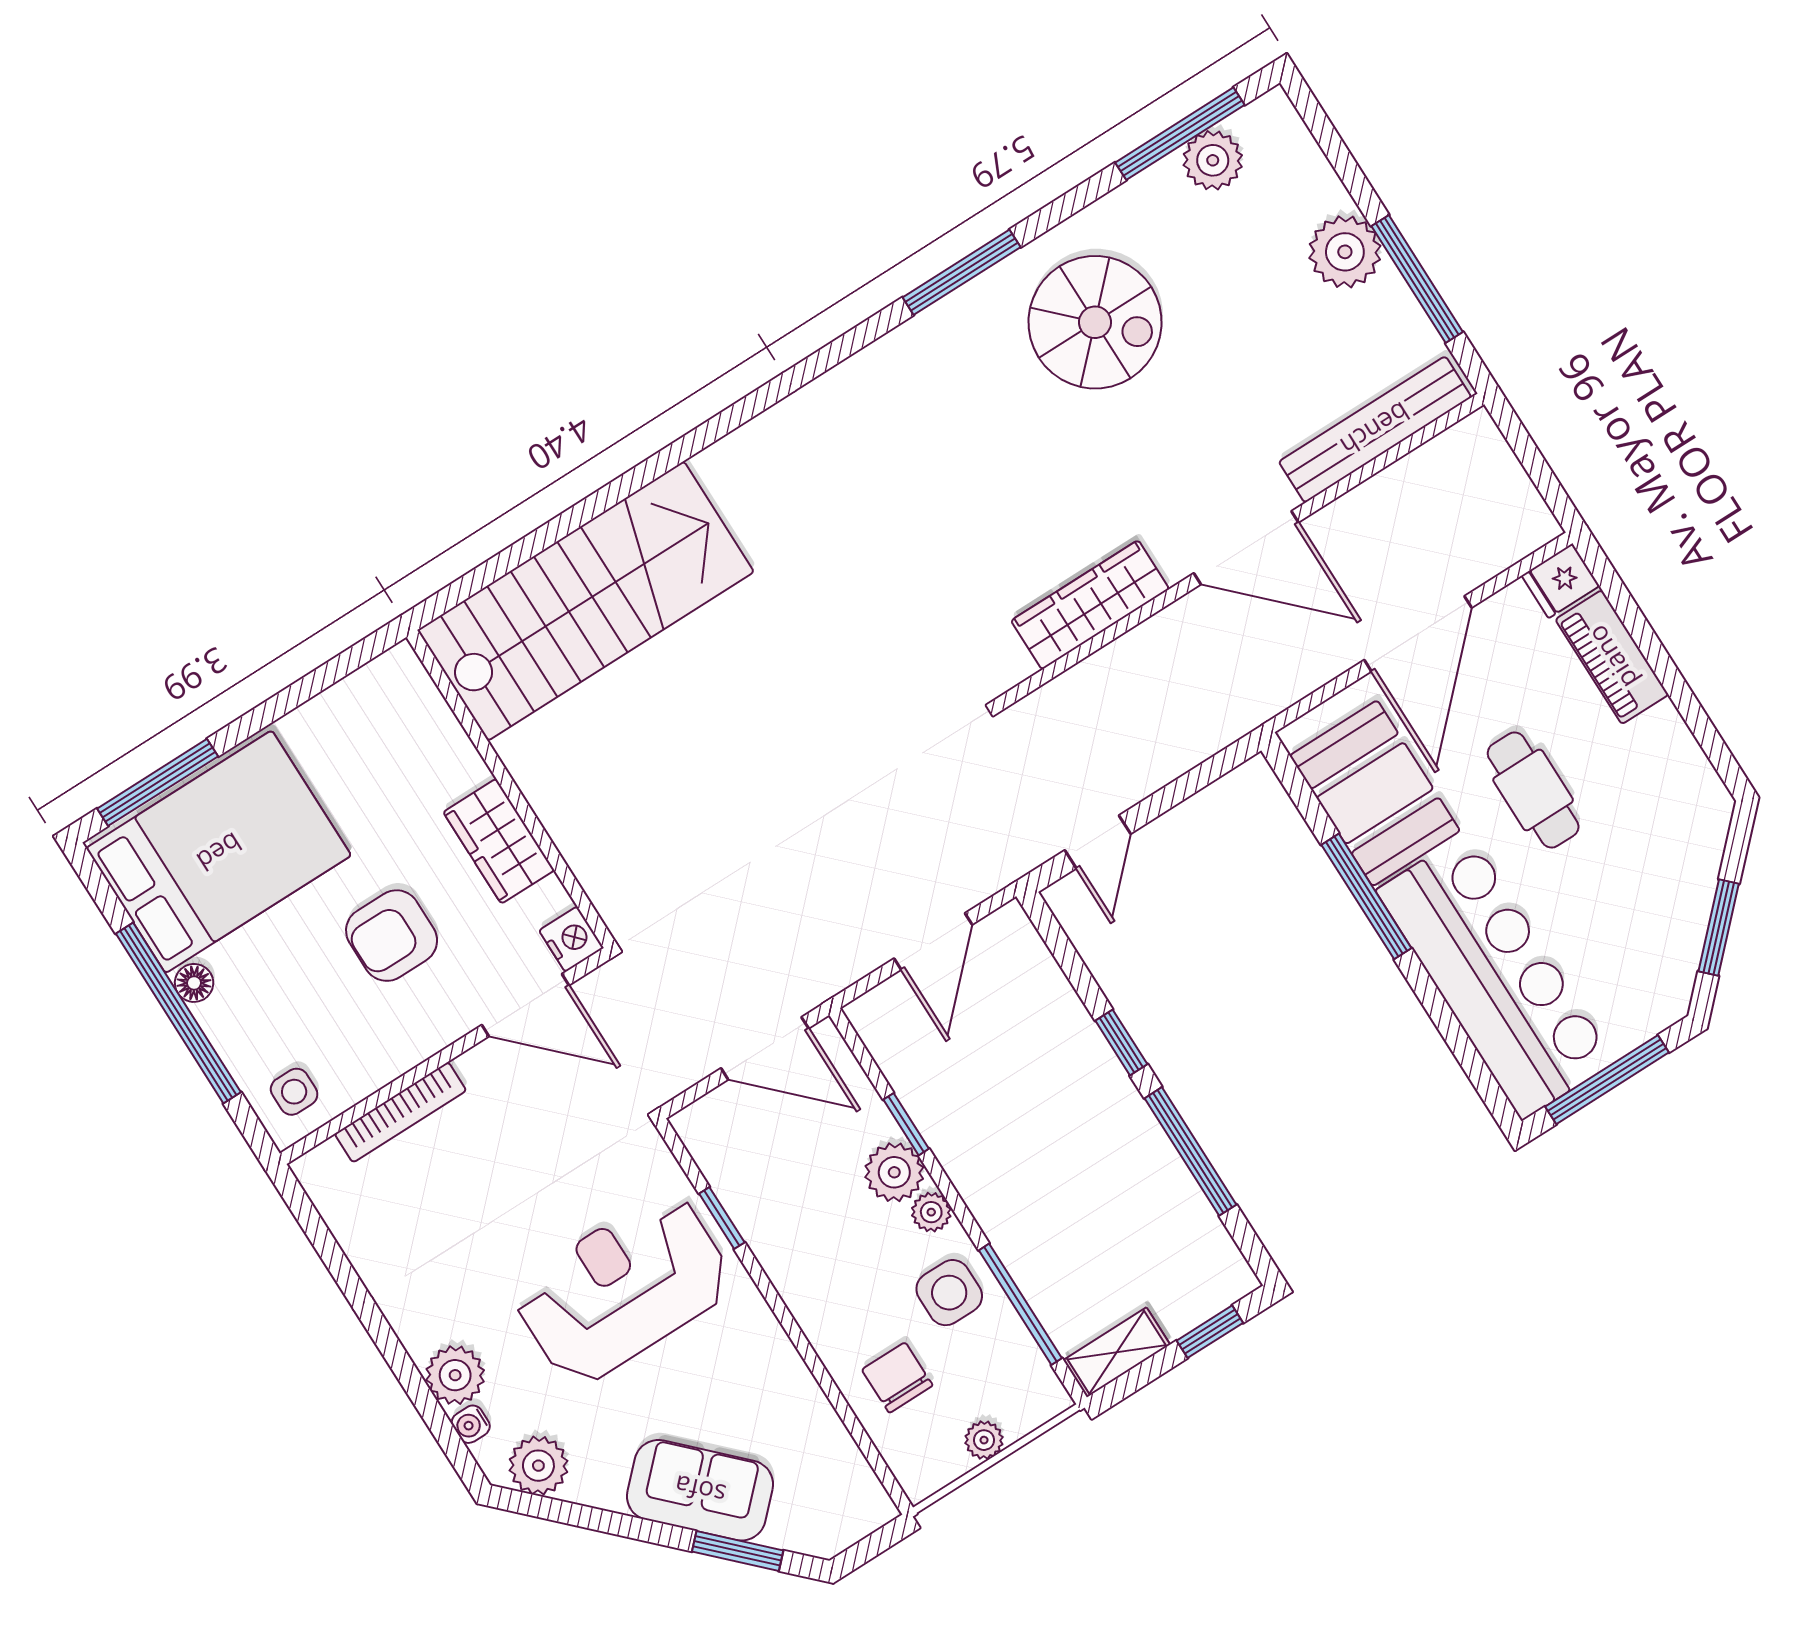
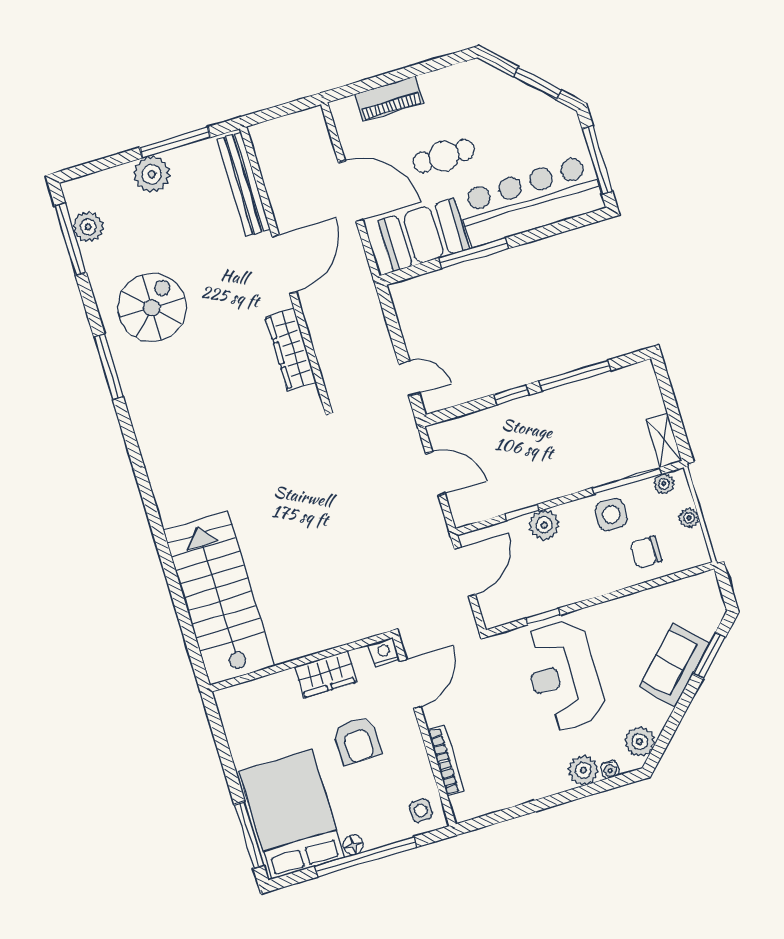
fridge: (1561, 581) -> (344, 113), removed
plant: (931, 1212) -> (664, 484), moved
window: (1210, 1332) -> (667, 391), removed

